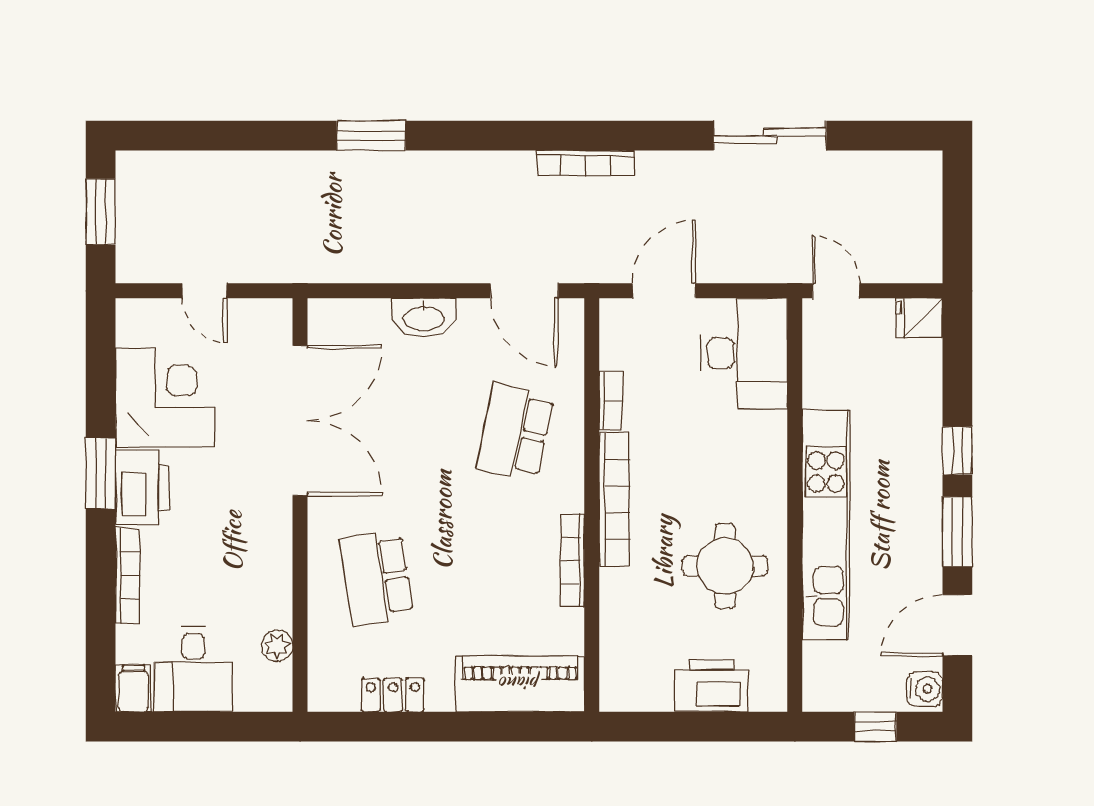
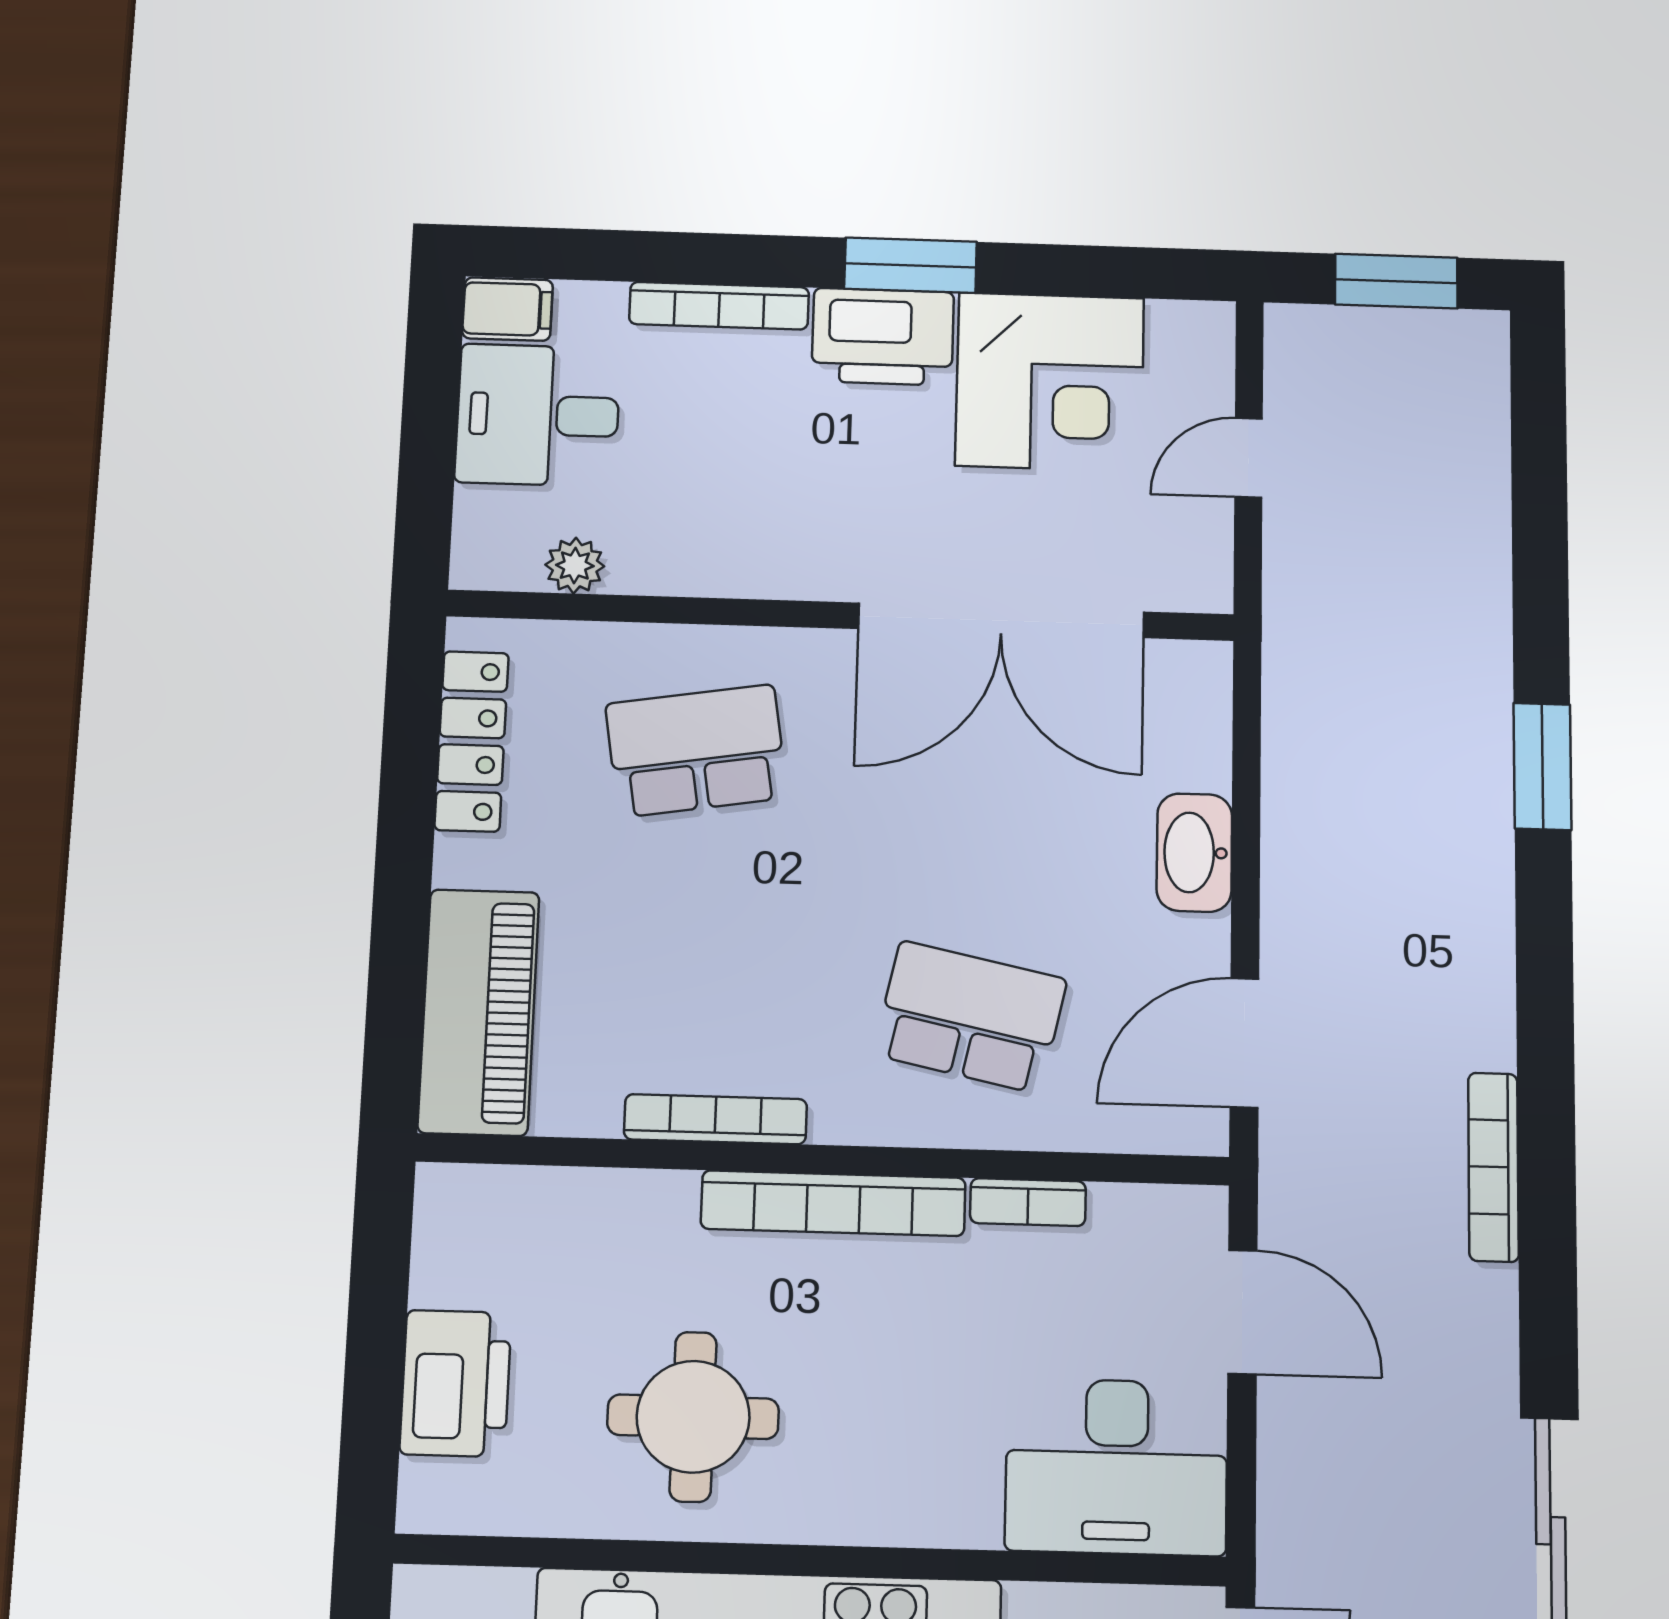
locker: (393, 695) -> (472, 741), width x1.53

